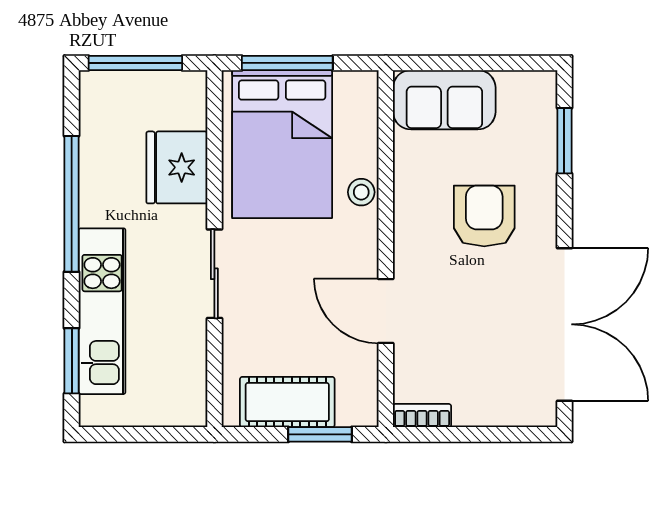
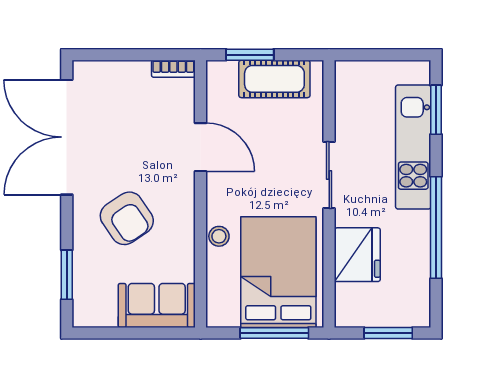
window: (135, 63) -> (388, 333), width x0.69
armchair: (484, 216) -> (127, 218), turned -34

